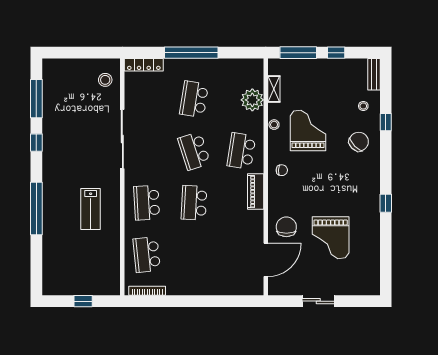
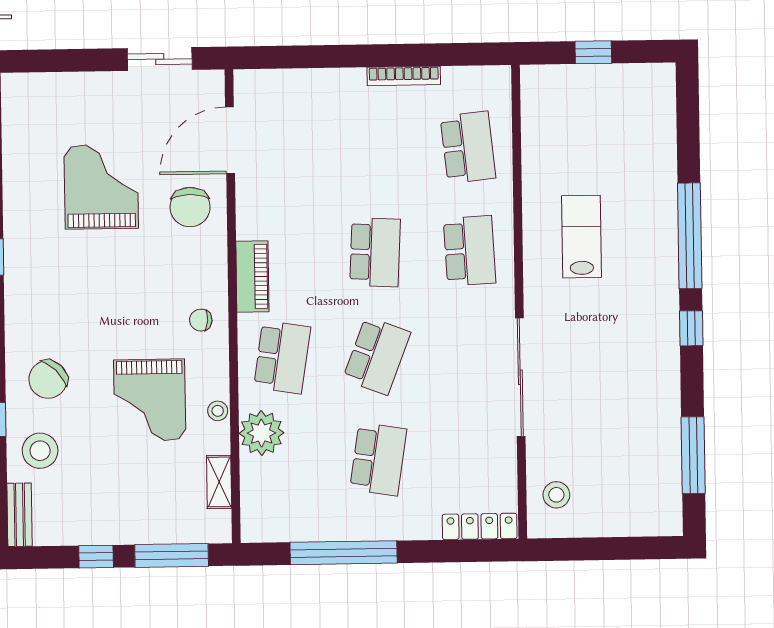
window: (191, 53) -> (344, 553), moved
plant: (252, 100) -> (261, 433), moved
stool: (363, 106) -> (40, 451), width x1.89, depth x1.89
window: (36, 143) -> (691, 328), moved
school desk: (194, 151) -> (377, 356), turned 39
bookcase: (147, 291) -> (404, 76), moved
sliding door: (318, 301) -> (160, 59), moved

